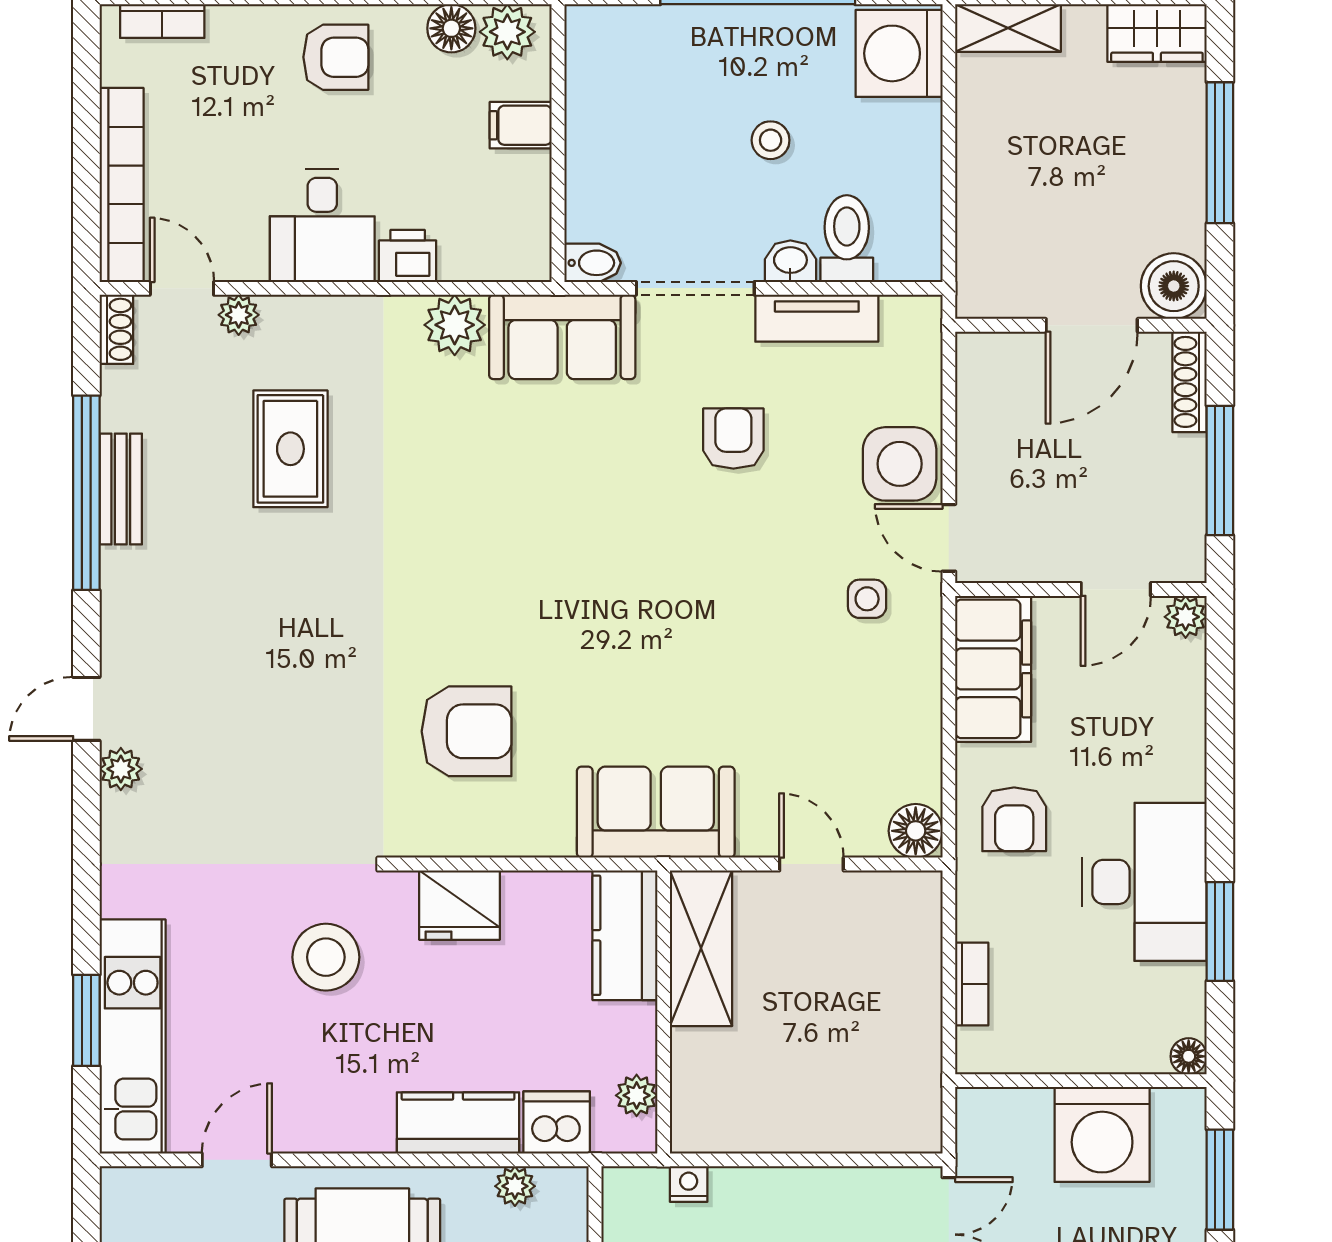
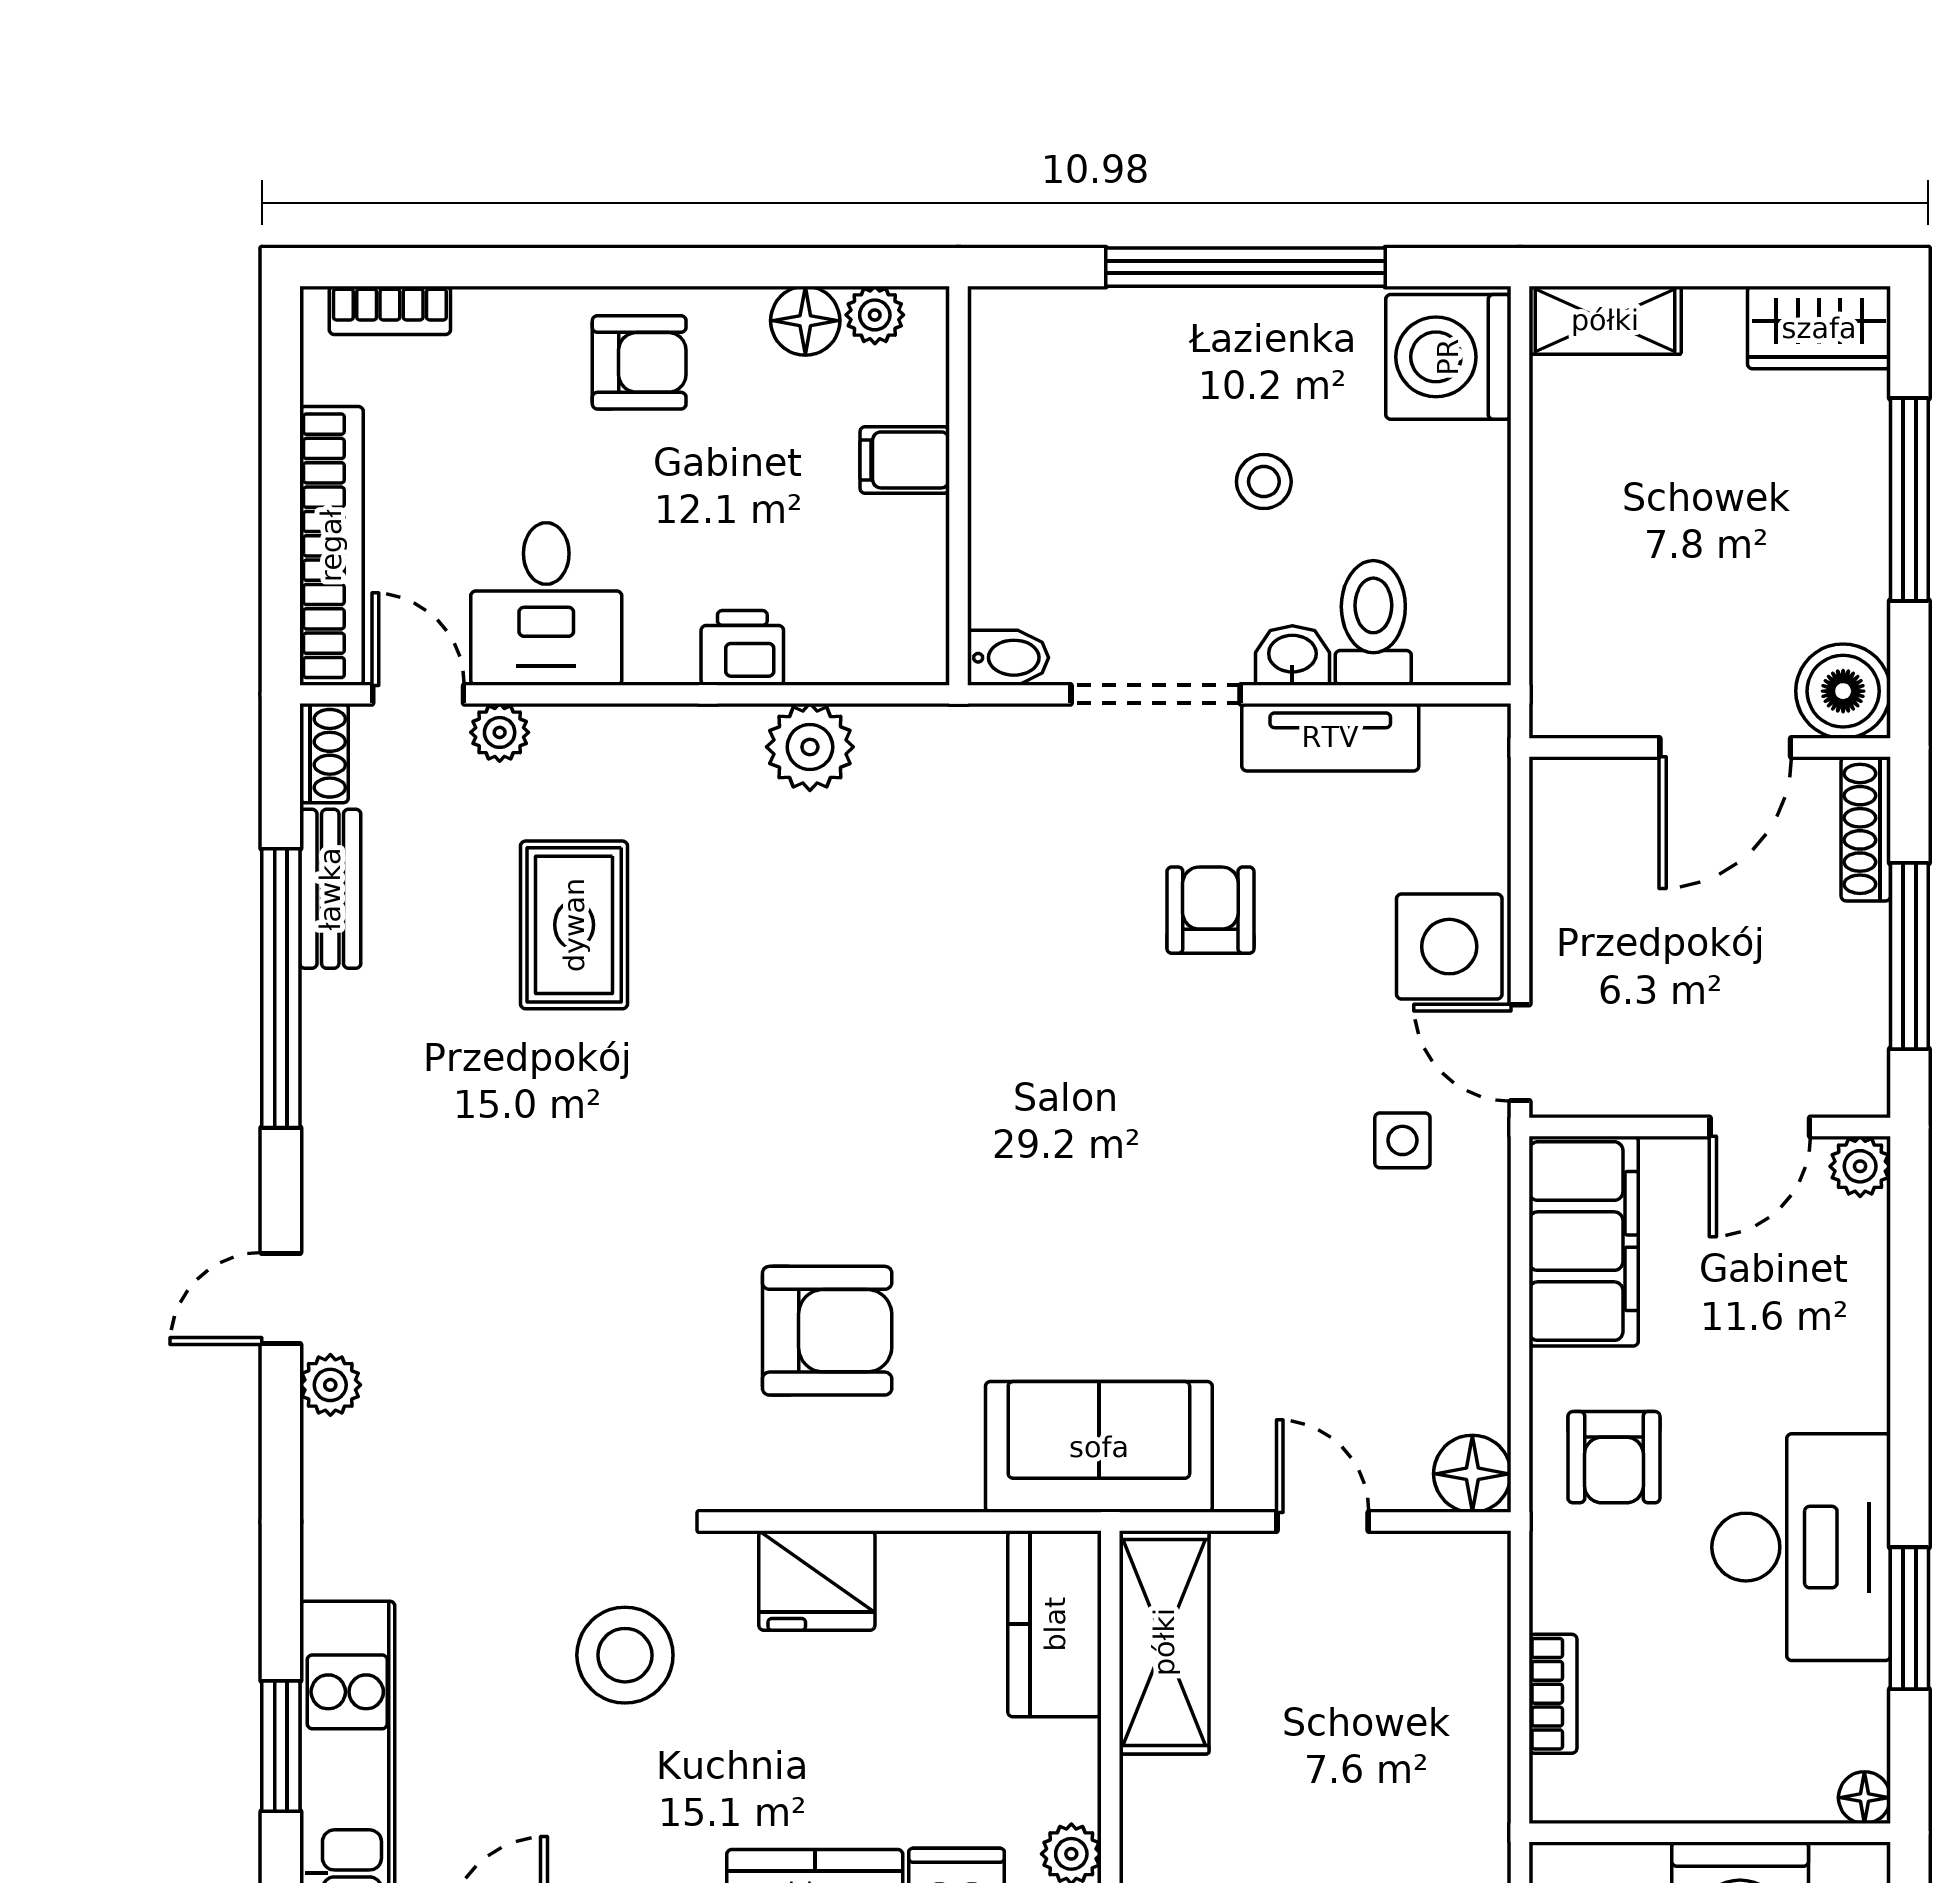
plant: (507, 32) -> (875, 315), width x0.73, depth x0.73
desk: (322, 225) -> (546, 604), moved
sofa: (562, 337) -> (965, 764), removed
bench: (121, 489) -> (330, 889), moved

